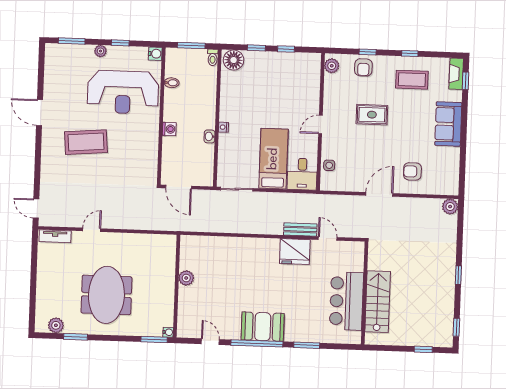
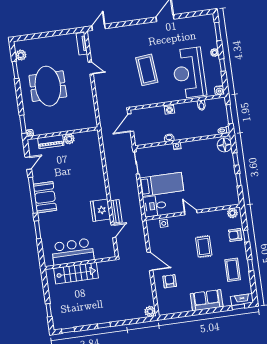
coffee table: (86, 142) -> (147, 70), moved
meeting table: (106, 295) -> (48, 86), turned 90
piano: (186, 305) -> (51, 142), added

